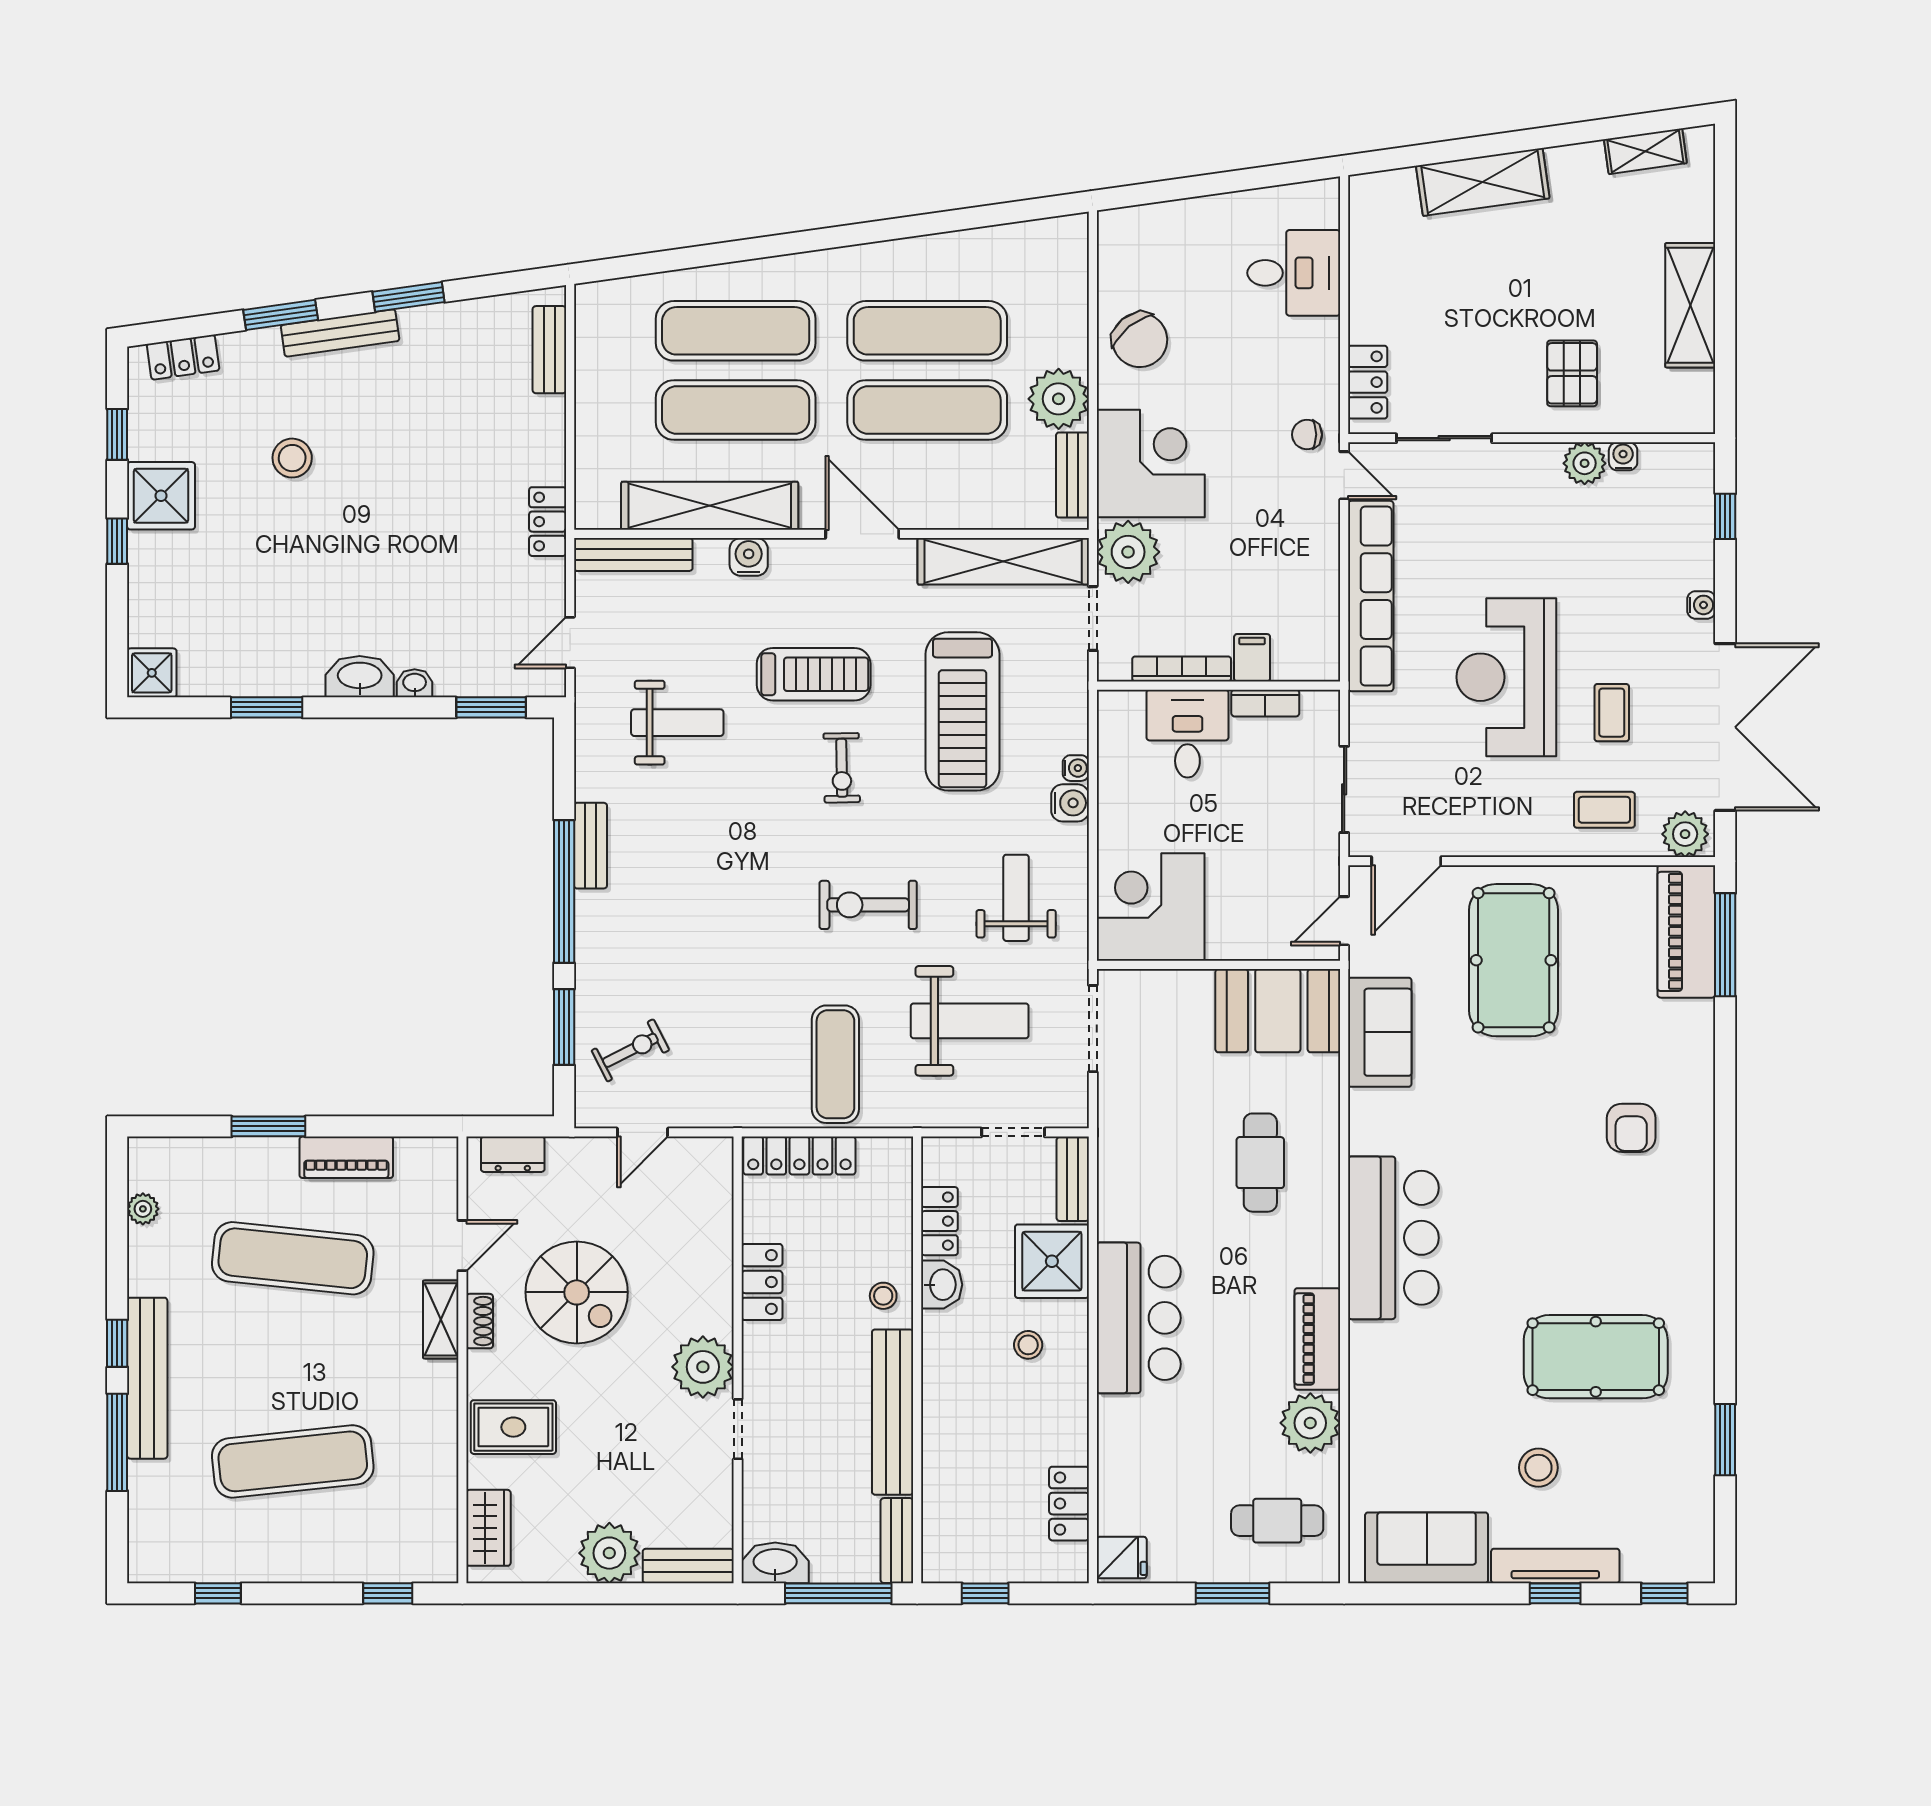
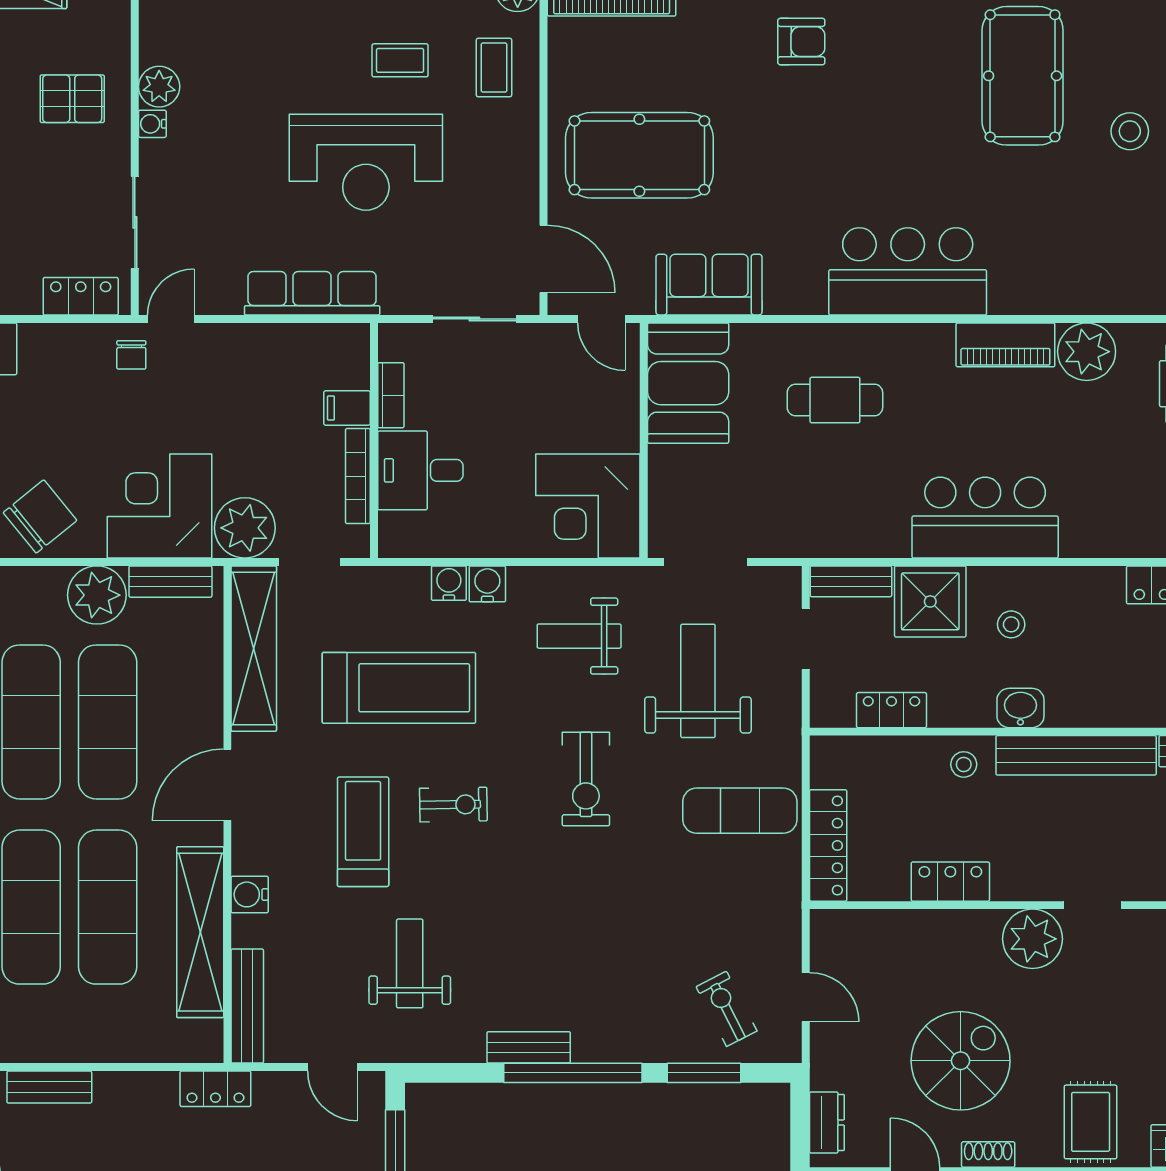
water cooler: (1623, 456) -> (152, 124), moved
row of seats: (1371, 596) -> (312, 293), width x0.73
water cooler: (1076, 768) -> (449, 583), width x1.38, depth x1.38
washbasin: (942, 1285) -> (1020, 708), moved

